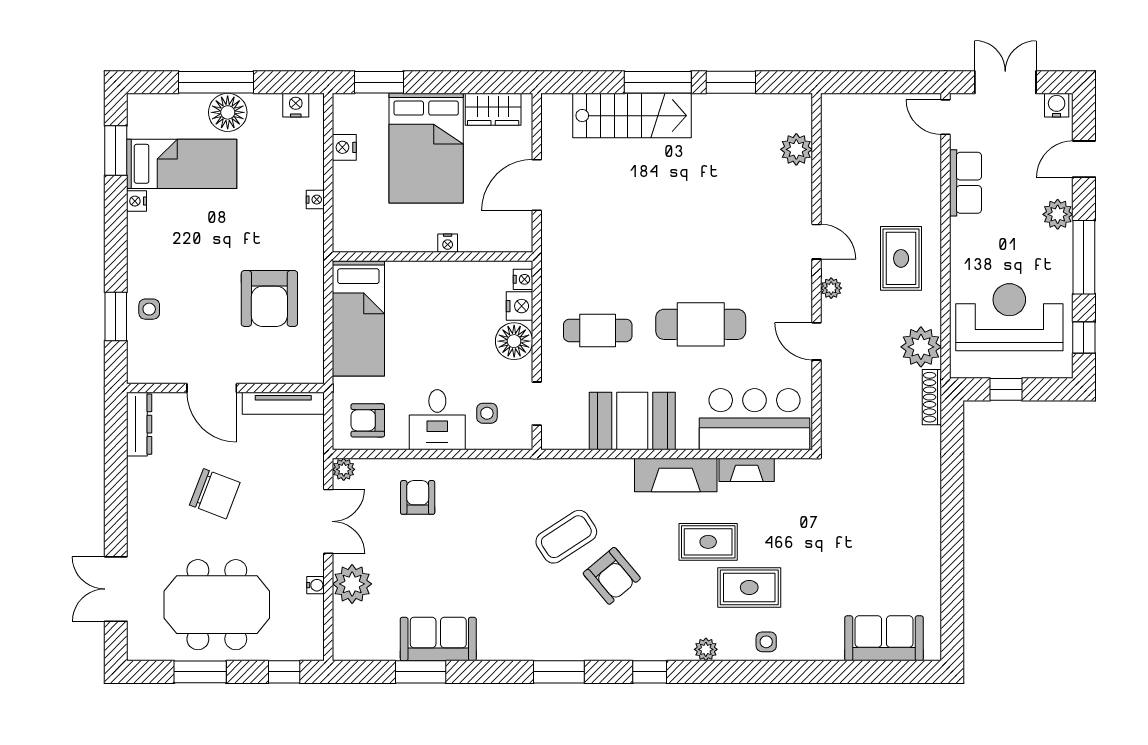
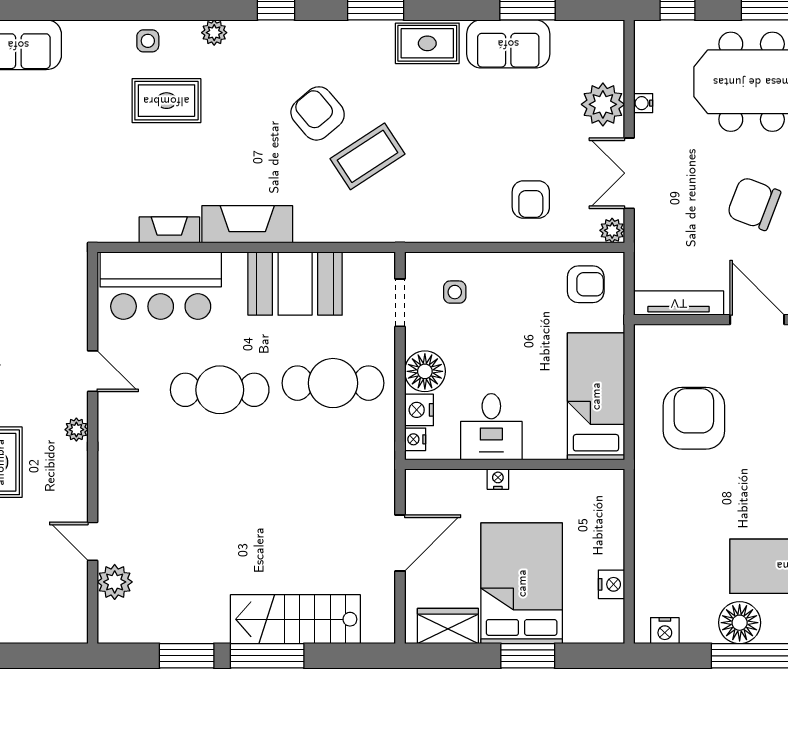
window: (379, 82) -> (528, 656), moved
nightstand: (315, 200) -> (643, 527), removed
door: (816, 242) -> (93, 541), moved
cafe table: (598, 330) -> (333, 383), width x1.37, depth x1.35
desk: (437, 420) -> (491, 427), moved, turned 180
rug: (708, 542) -> (427, 43), moved

